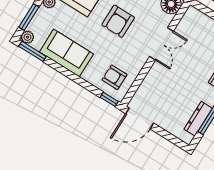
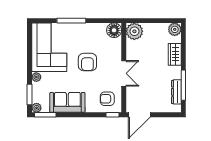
plant: (194, 20) -> (134, 31), added
double door: (161, 44) -> (124, 73), moved

